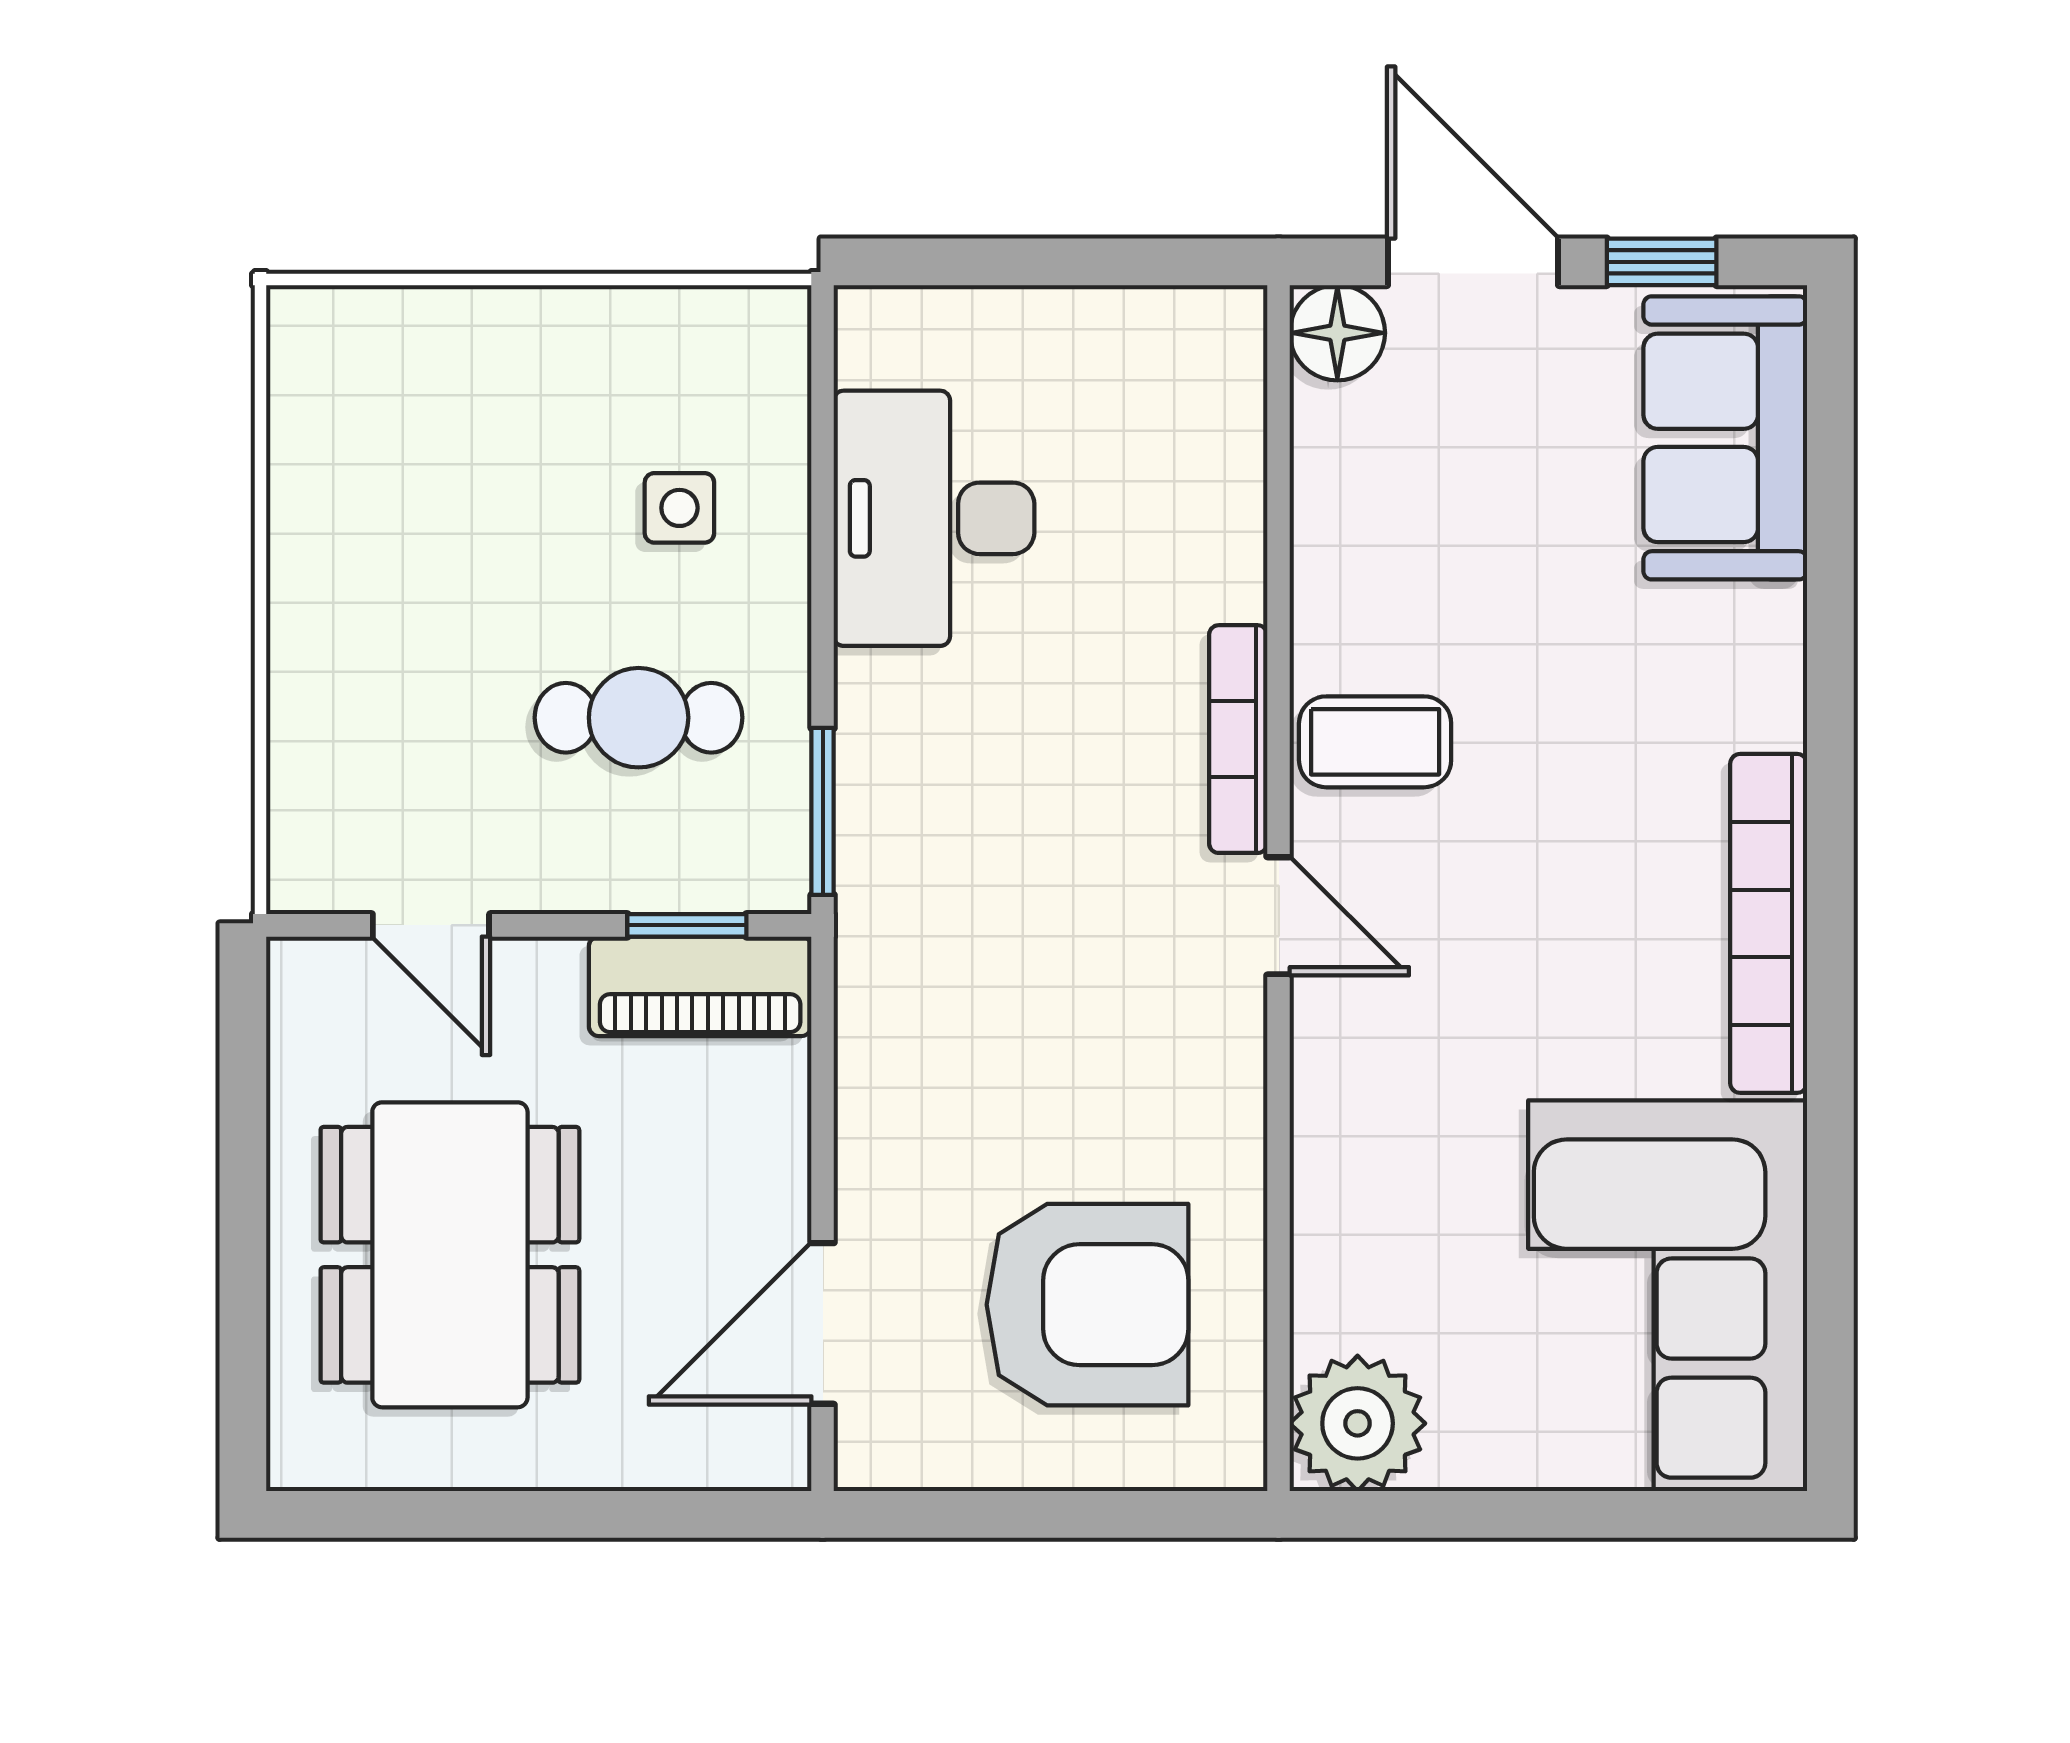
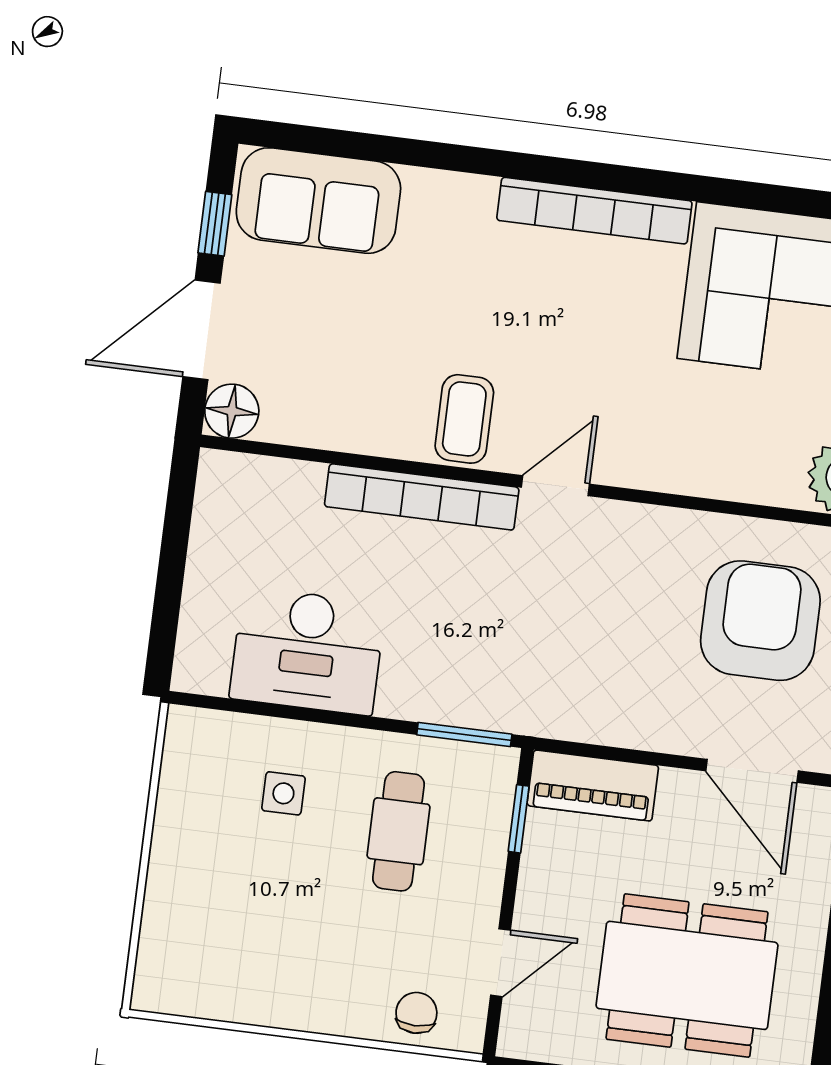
bookcase: (1238, 739) -> (422, 497), width x1.48, depth x1.31
chair: (324, 789) -> (416, 1013), added
piano: (700, 986) -> (593, 786), moved, turned 90

